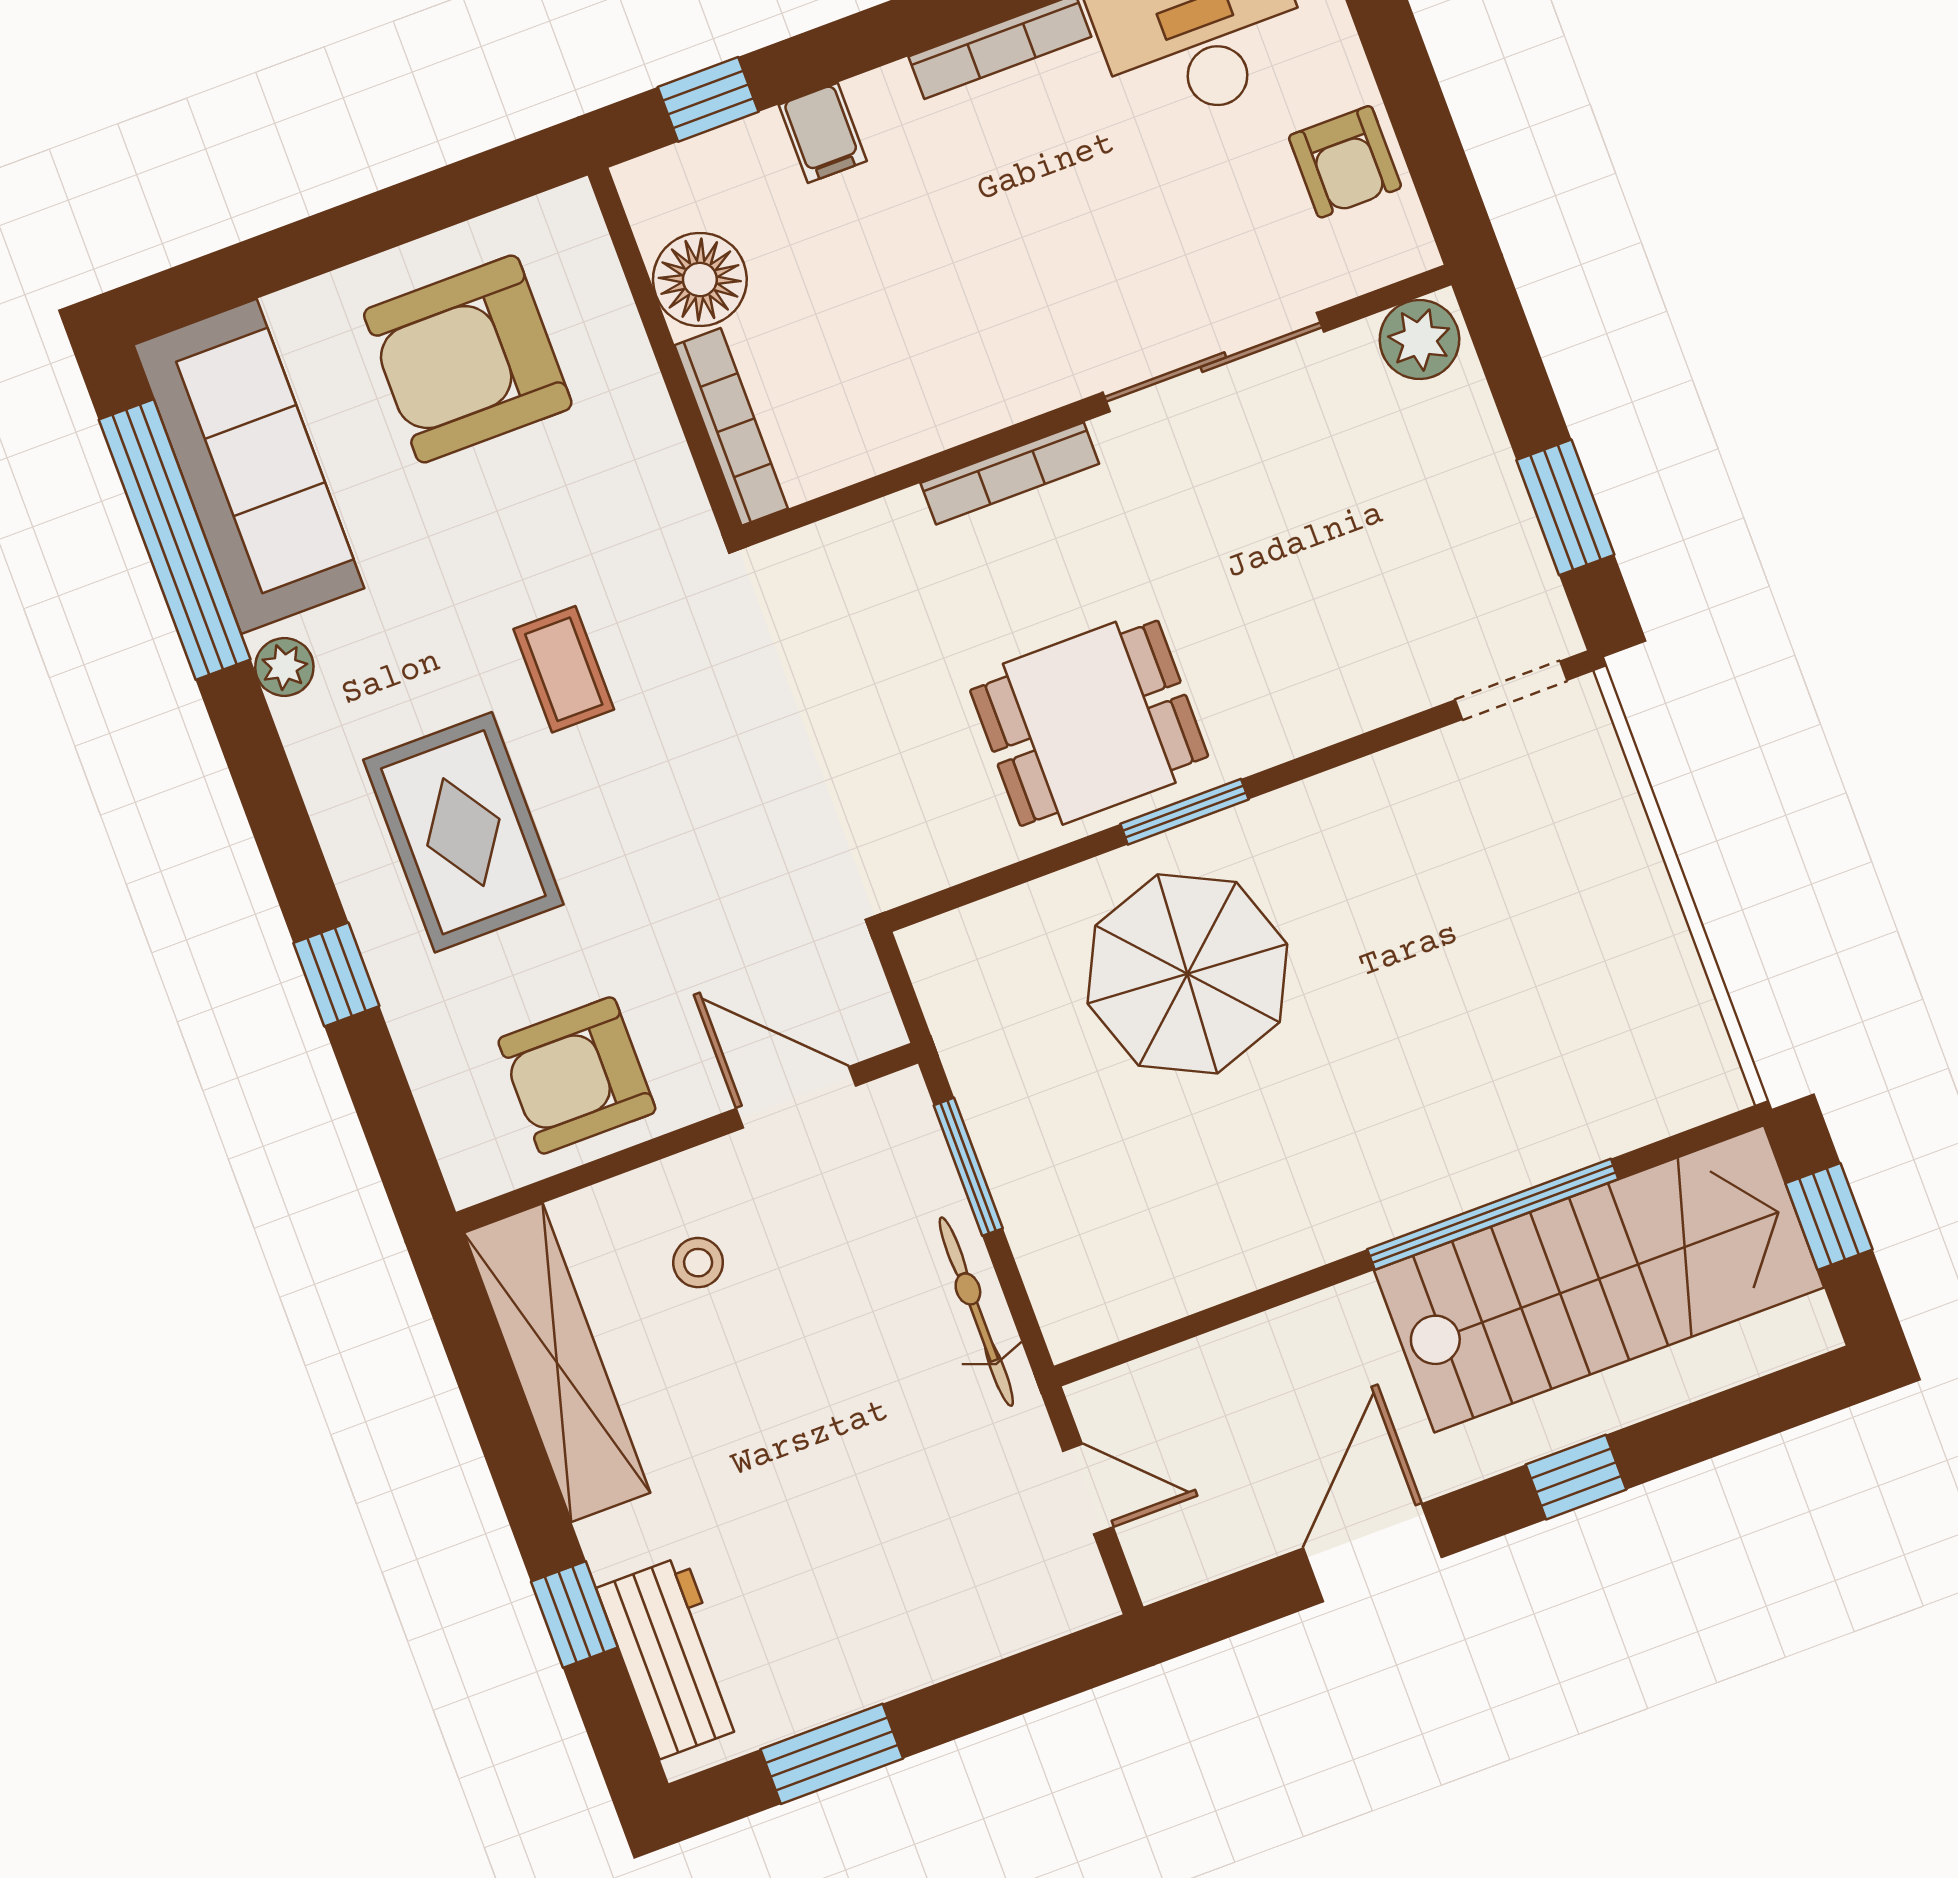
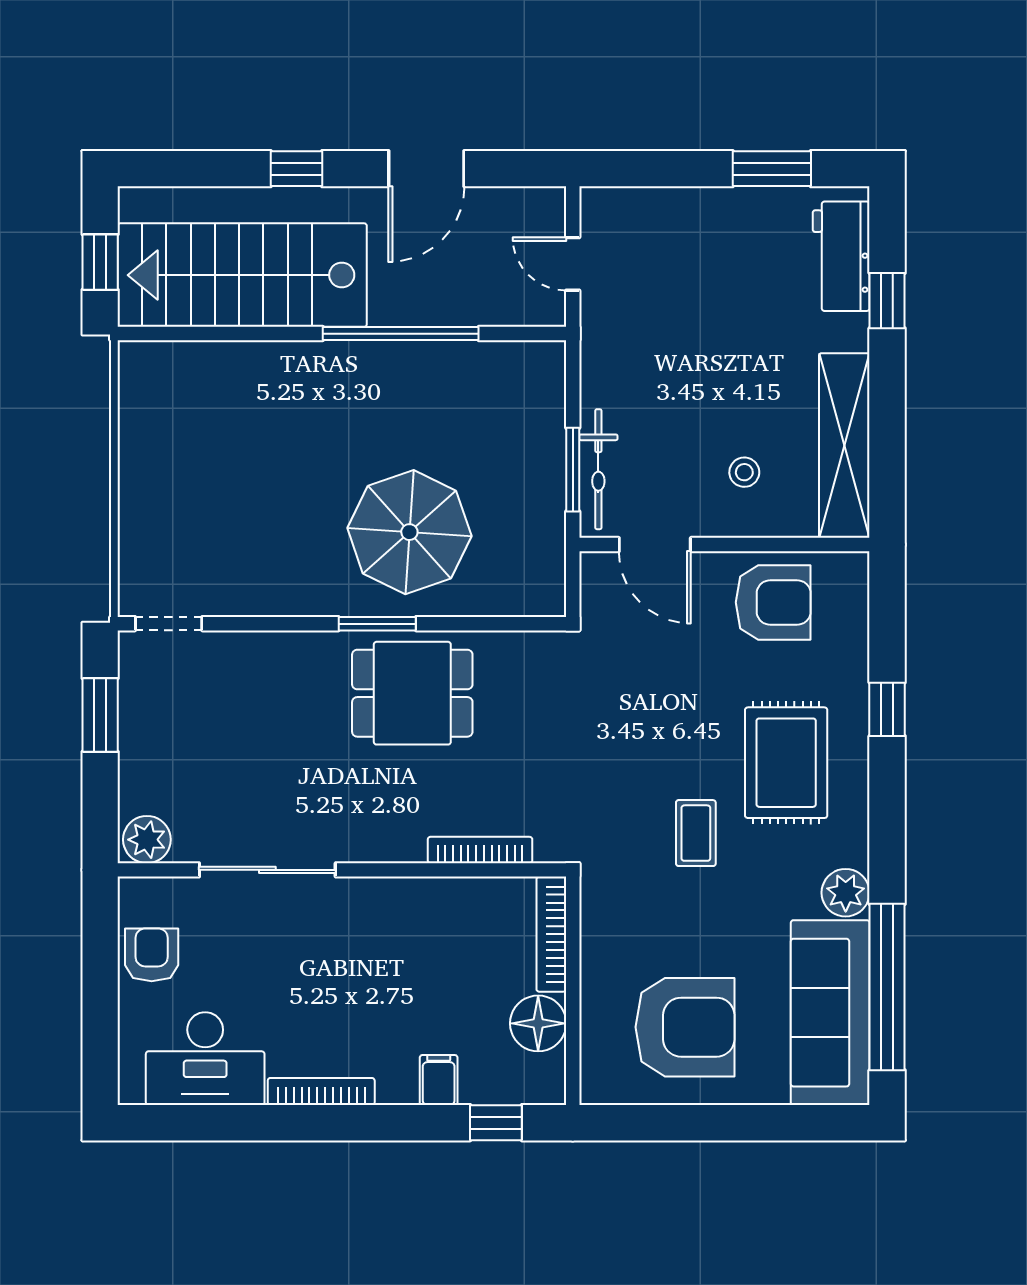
bookcase: (1010, 473) -> (480, 850), moved
plant: (284, 667) -> (846, 893), width x1.38, depth x1.38
window: (1493, 1214) -> (401, 334), moved
bicycle: (976, 1312) -> (598, 469), moved

